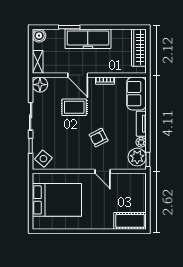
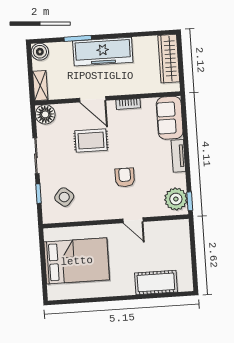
armchair: (99, 138) -> (125, 177), turned 117
plant: (141, 142) -> (180, 180), removed
side table: (43, 159) -> (64, 197), moved
cot: (130, 221) -> (156, 282), moved

